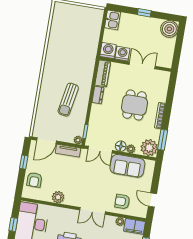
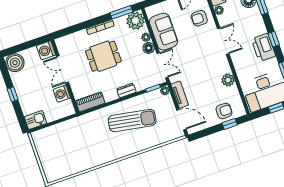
washing machine: (108, 51) -> (46, 50), moved
dresser: (98, 95) -> (126, 90), moved
sun lounger: (68, 100) -> (132, 121), width x1.36, depth x1.34
window: (24, 162) -> (230, 124), moved
armchair: (122, 202) -> (199, 18), turned 90

